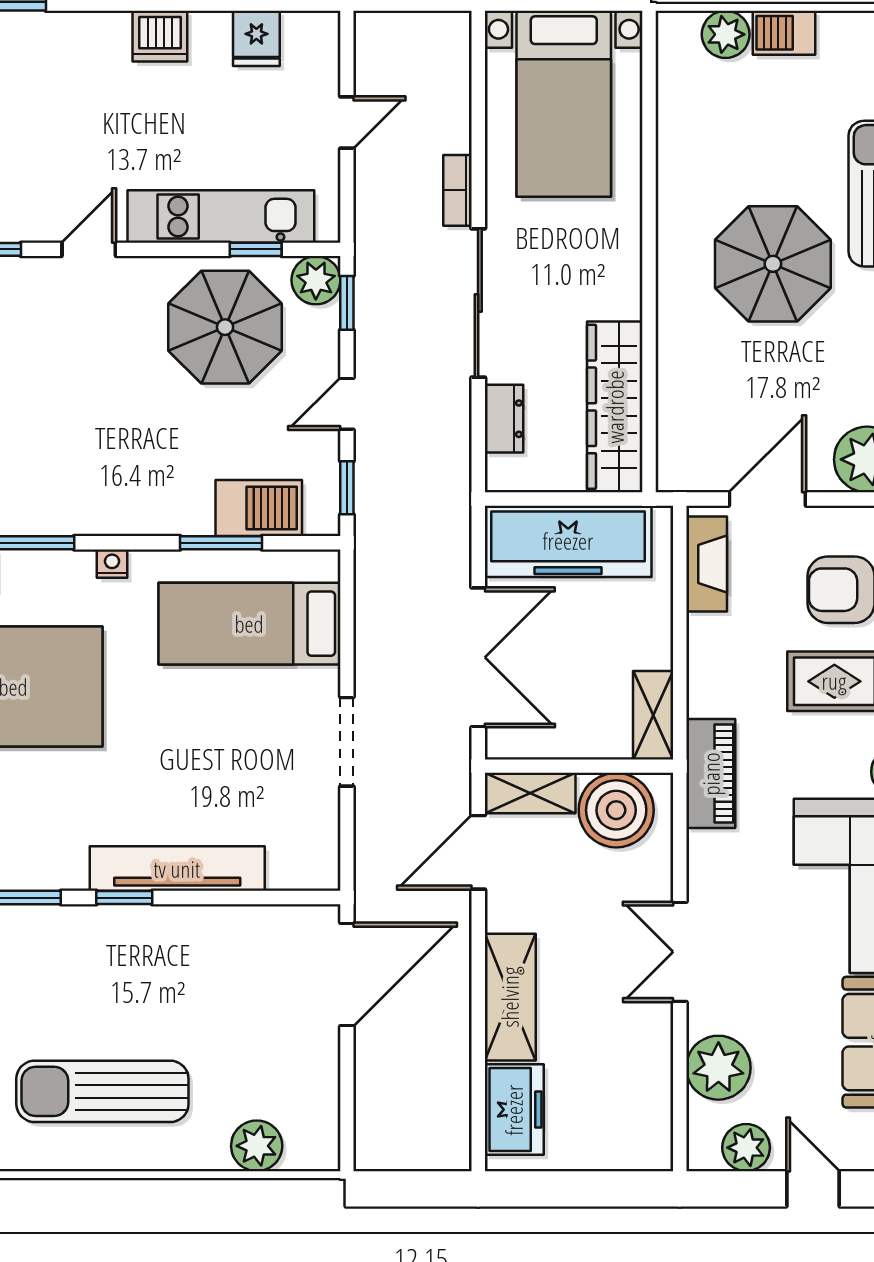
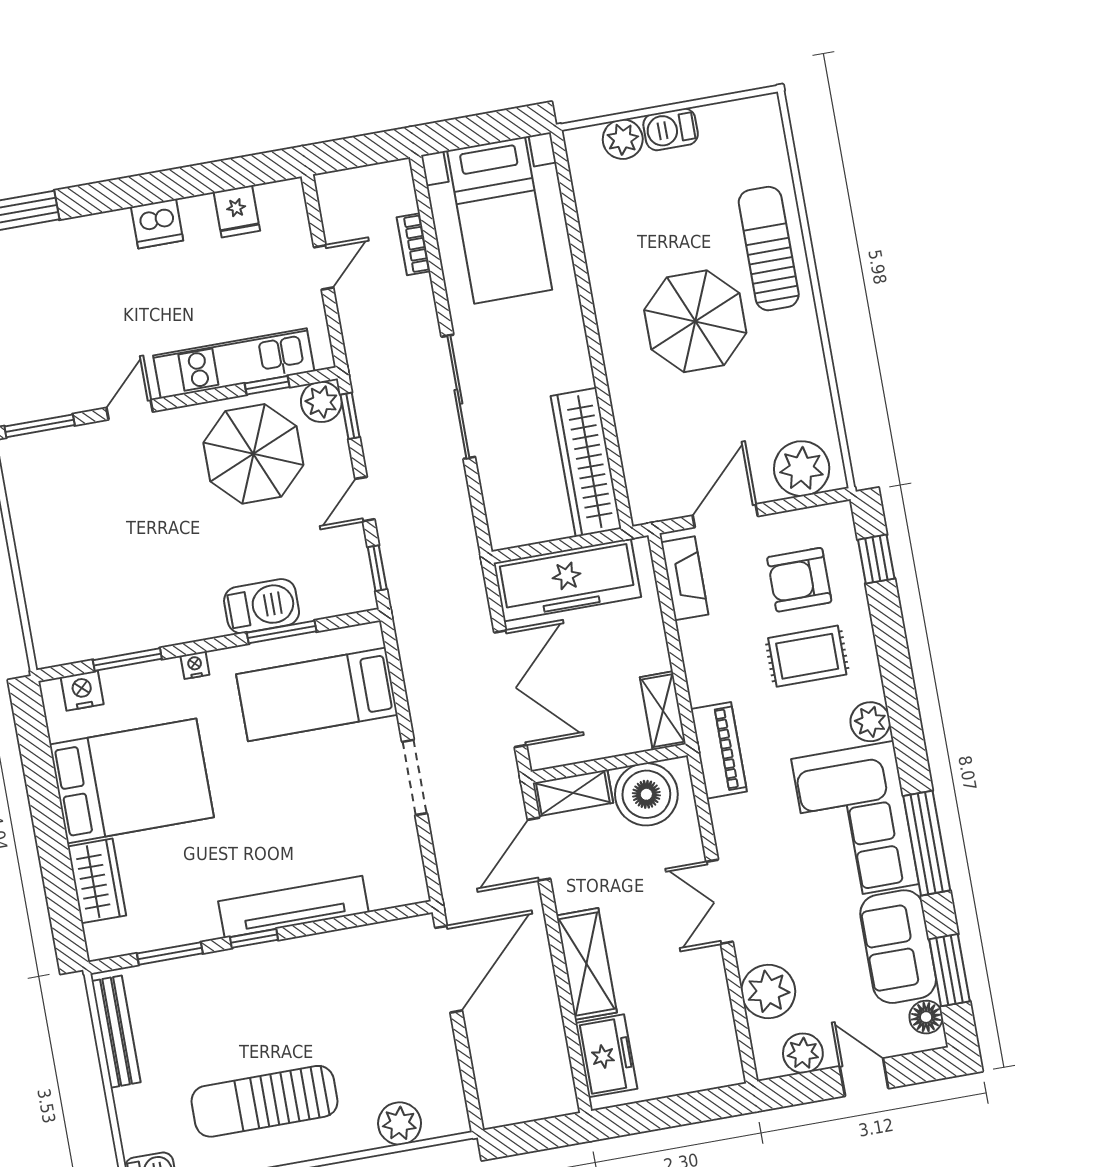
bookcase: (457, 190) -> (414, 244), moved
dresser: (504, 419) -> (497, 488), removed
barbecue: (259, 508) -> (262, 606), moved

